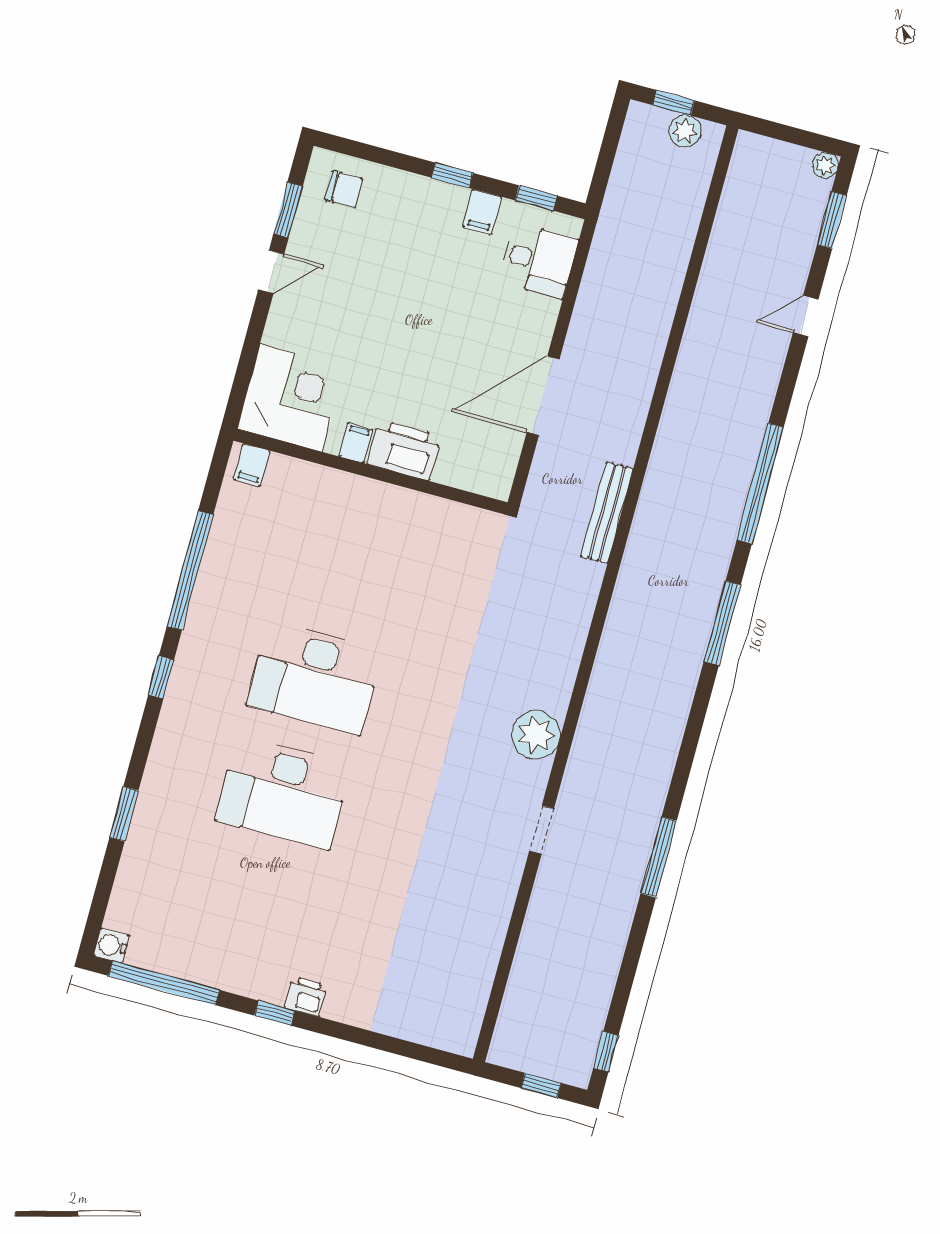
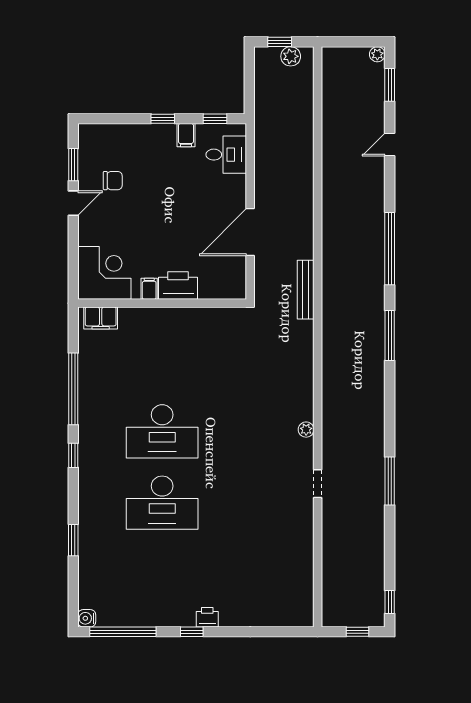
chair: (344, 189) -> (113, 181), moved
filing cabinet: (252, 465) -> (101, 318), width x2.00
plant: (536, 735) -> (306, 430), width x0.53, depth x0.53

